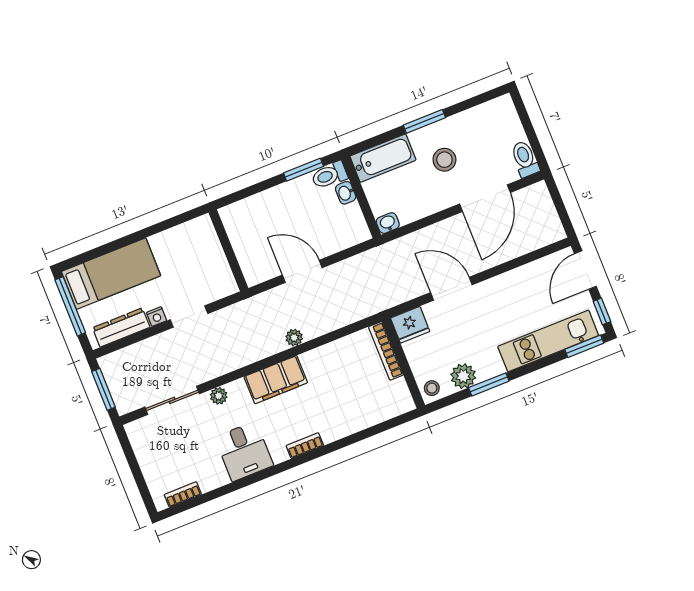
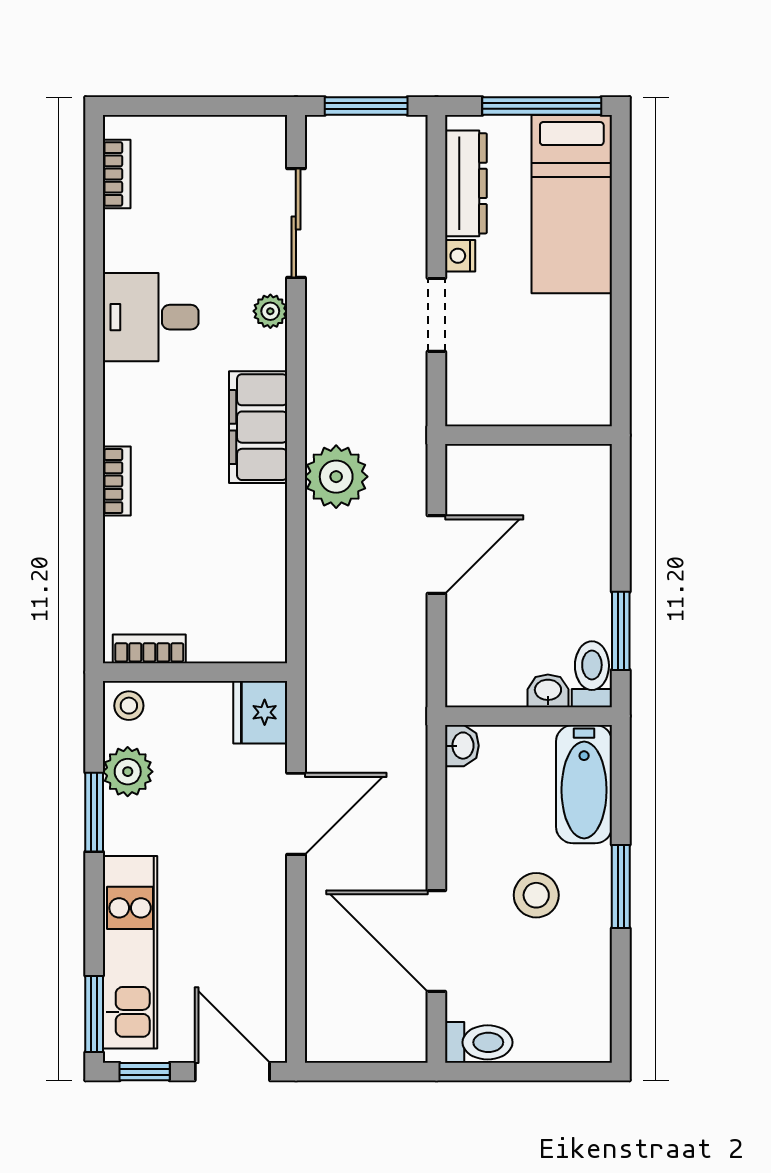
plant: (294, 338) -> (336, 477), width x1.88, depth x1.88
bookcase: (386, 351) -> (149, 649), moved, width x0.64
bookcase: (305, 446) -> (117, 481), moved

